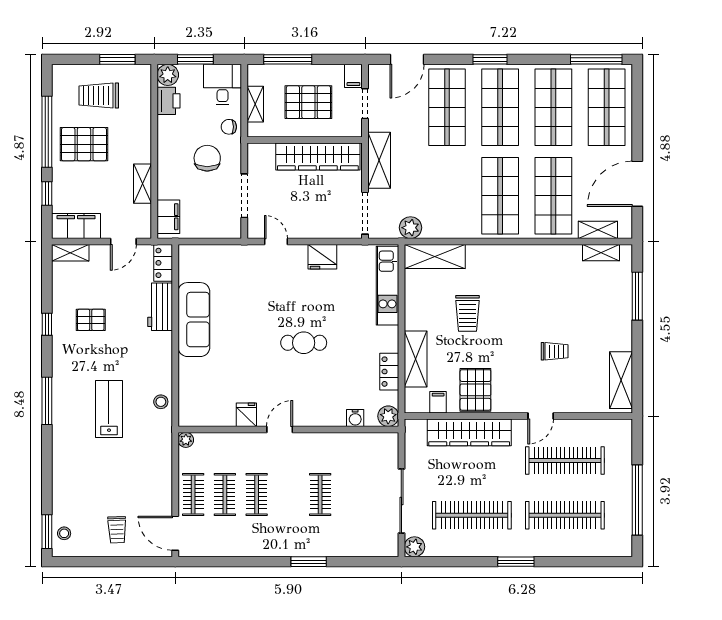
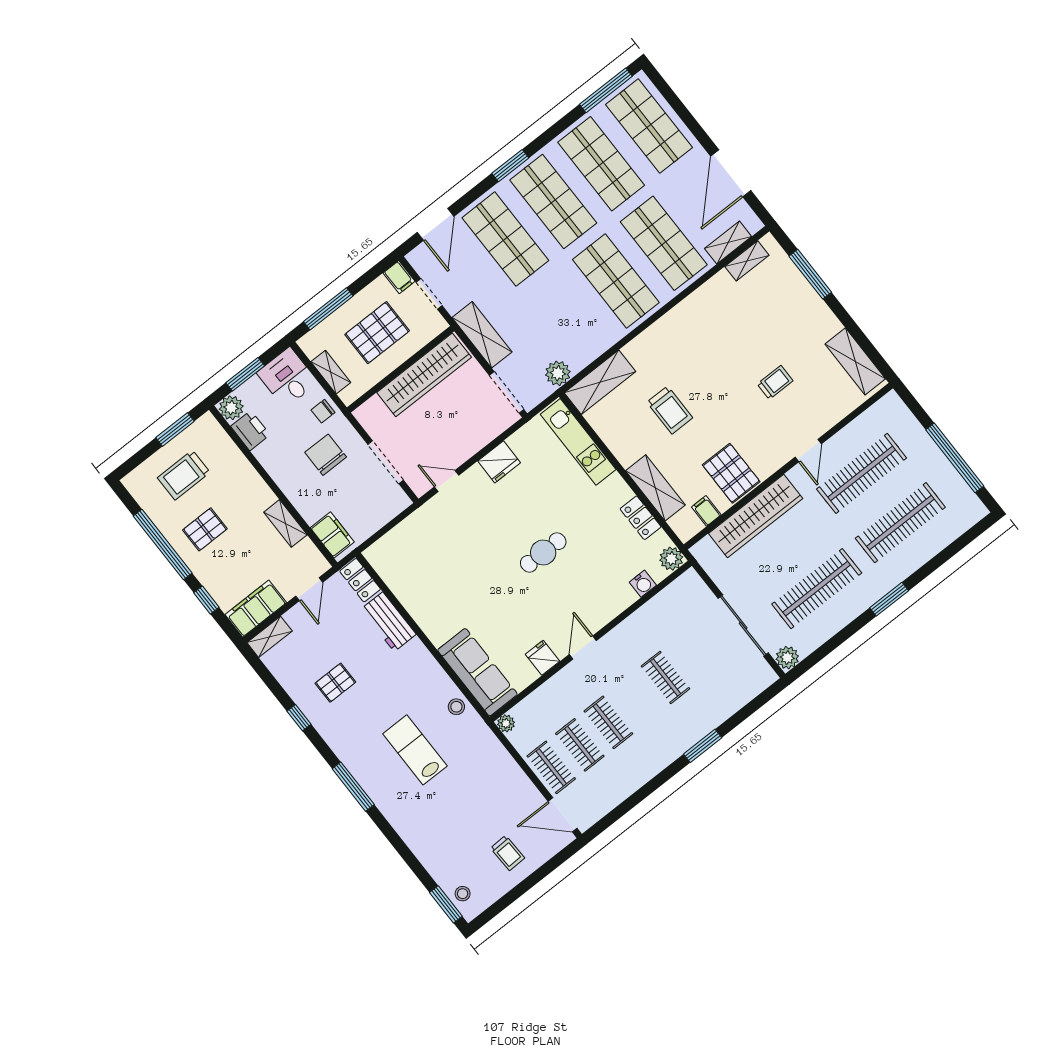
pallet: (84, 144) -> (205, 529), width x0.67, depth x0.71
sofa: (194, 320) -> (477, 672), moved

